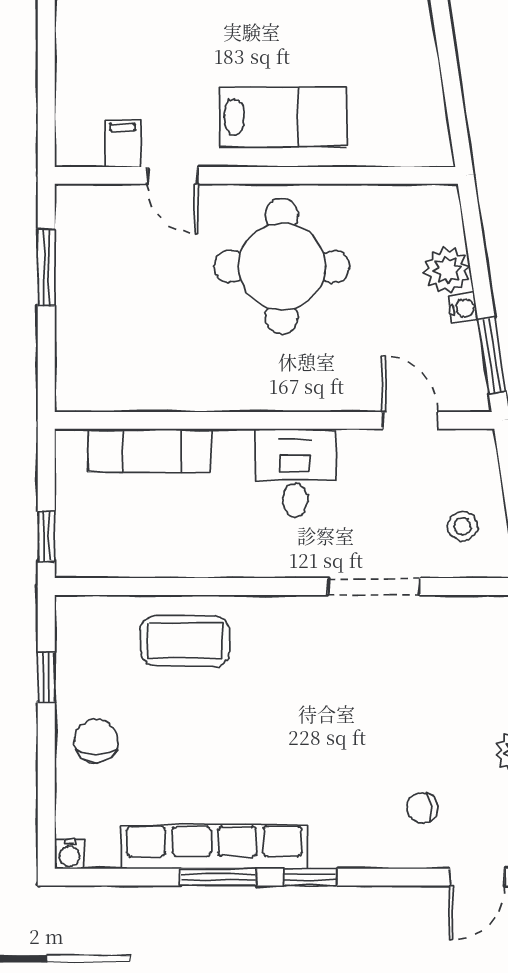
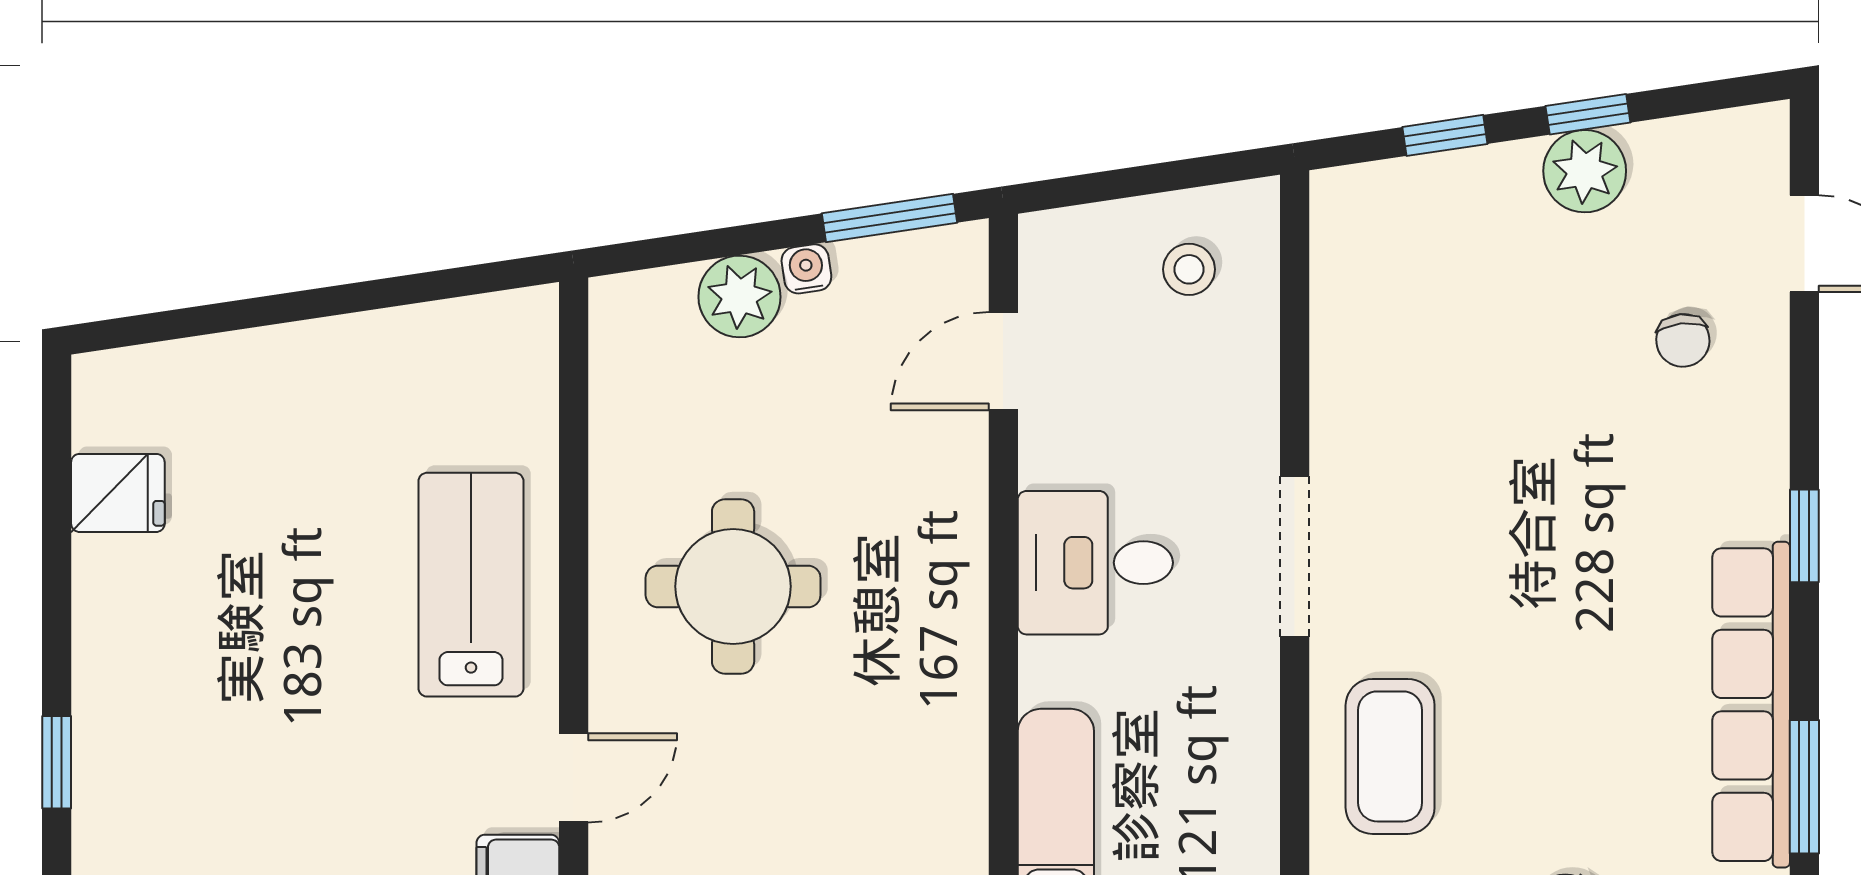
round table: (282, 266) -> (733, 586), width x0.73, depth x0.73
doorway: (374, 586) -> (1295, 556), moved
window: (218, 877) -> (1804, 787), moved

